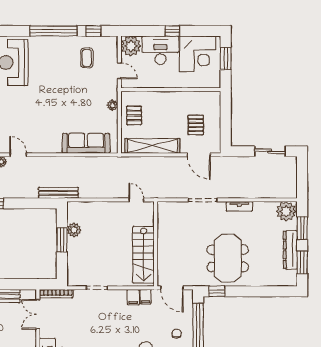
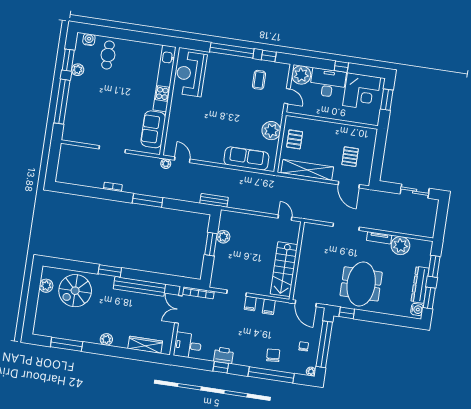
plant: (113, 105) -> (271, 131), width x1.88, depth x1.88
bench: (58, 193) -> (214, 200), width x0.73
plant: (286, 211) -> (400, 246), moved
water cooler: (291, 277) -> (417, 309), added
filing cabinet: (146, 297) -> (250, 303), moved

